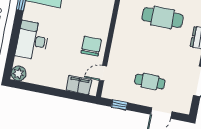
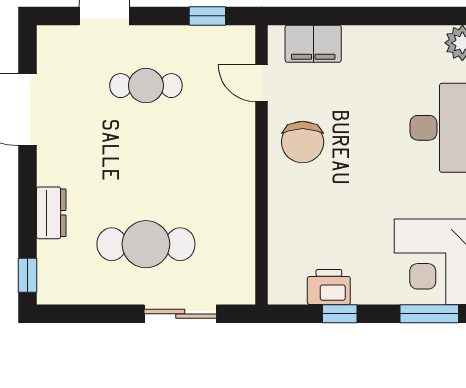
door: (103, 73) -> (261, 83), swing flipped

